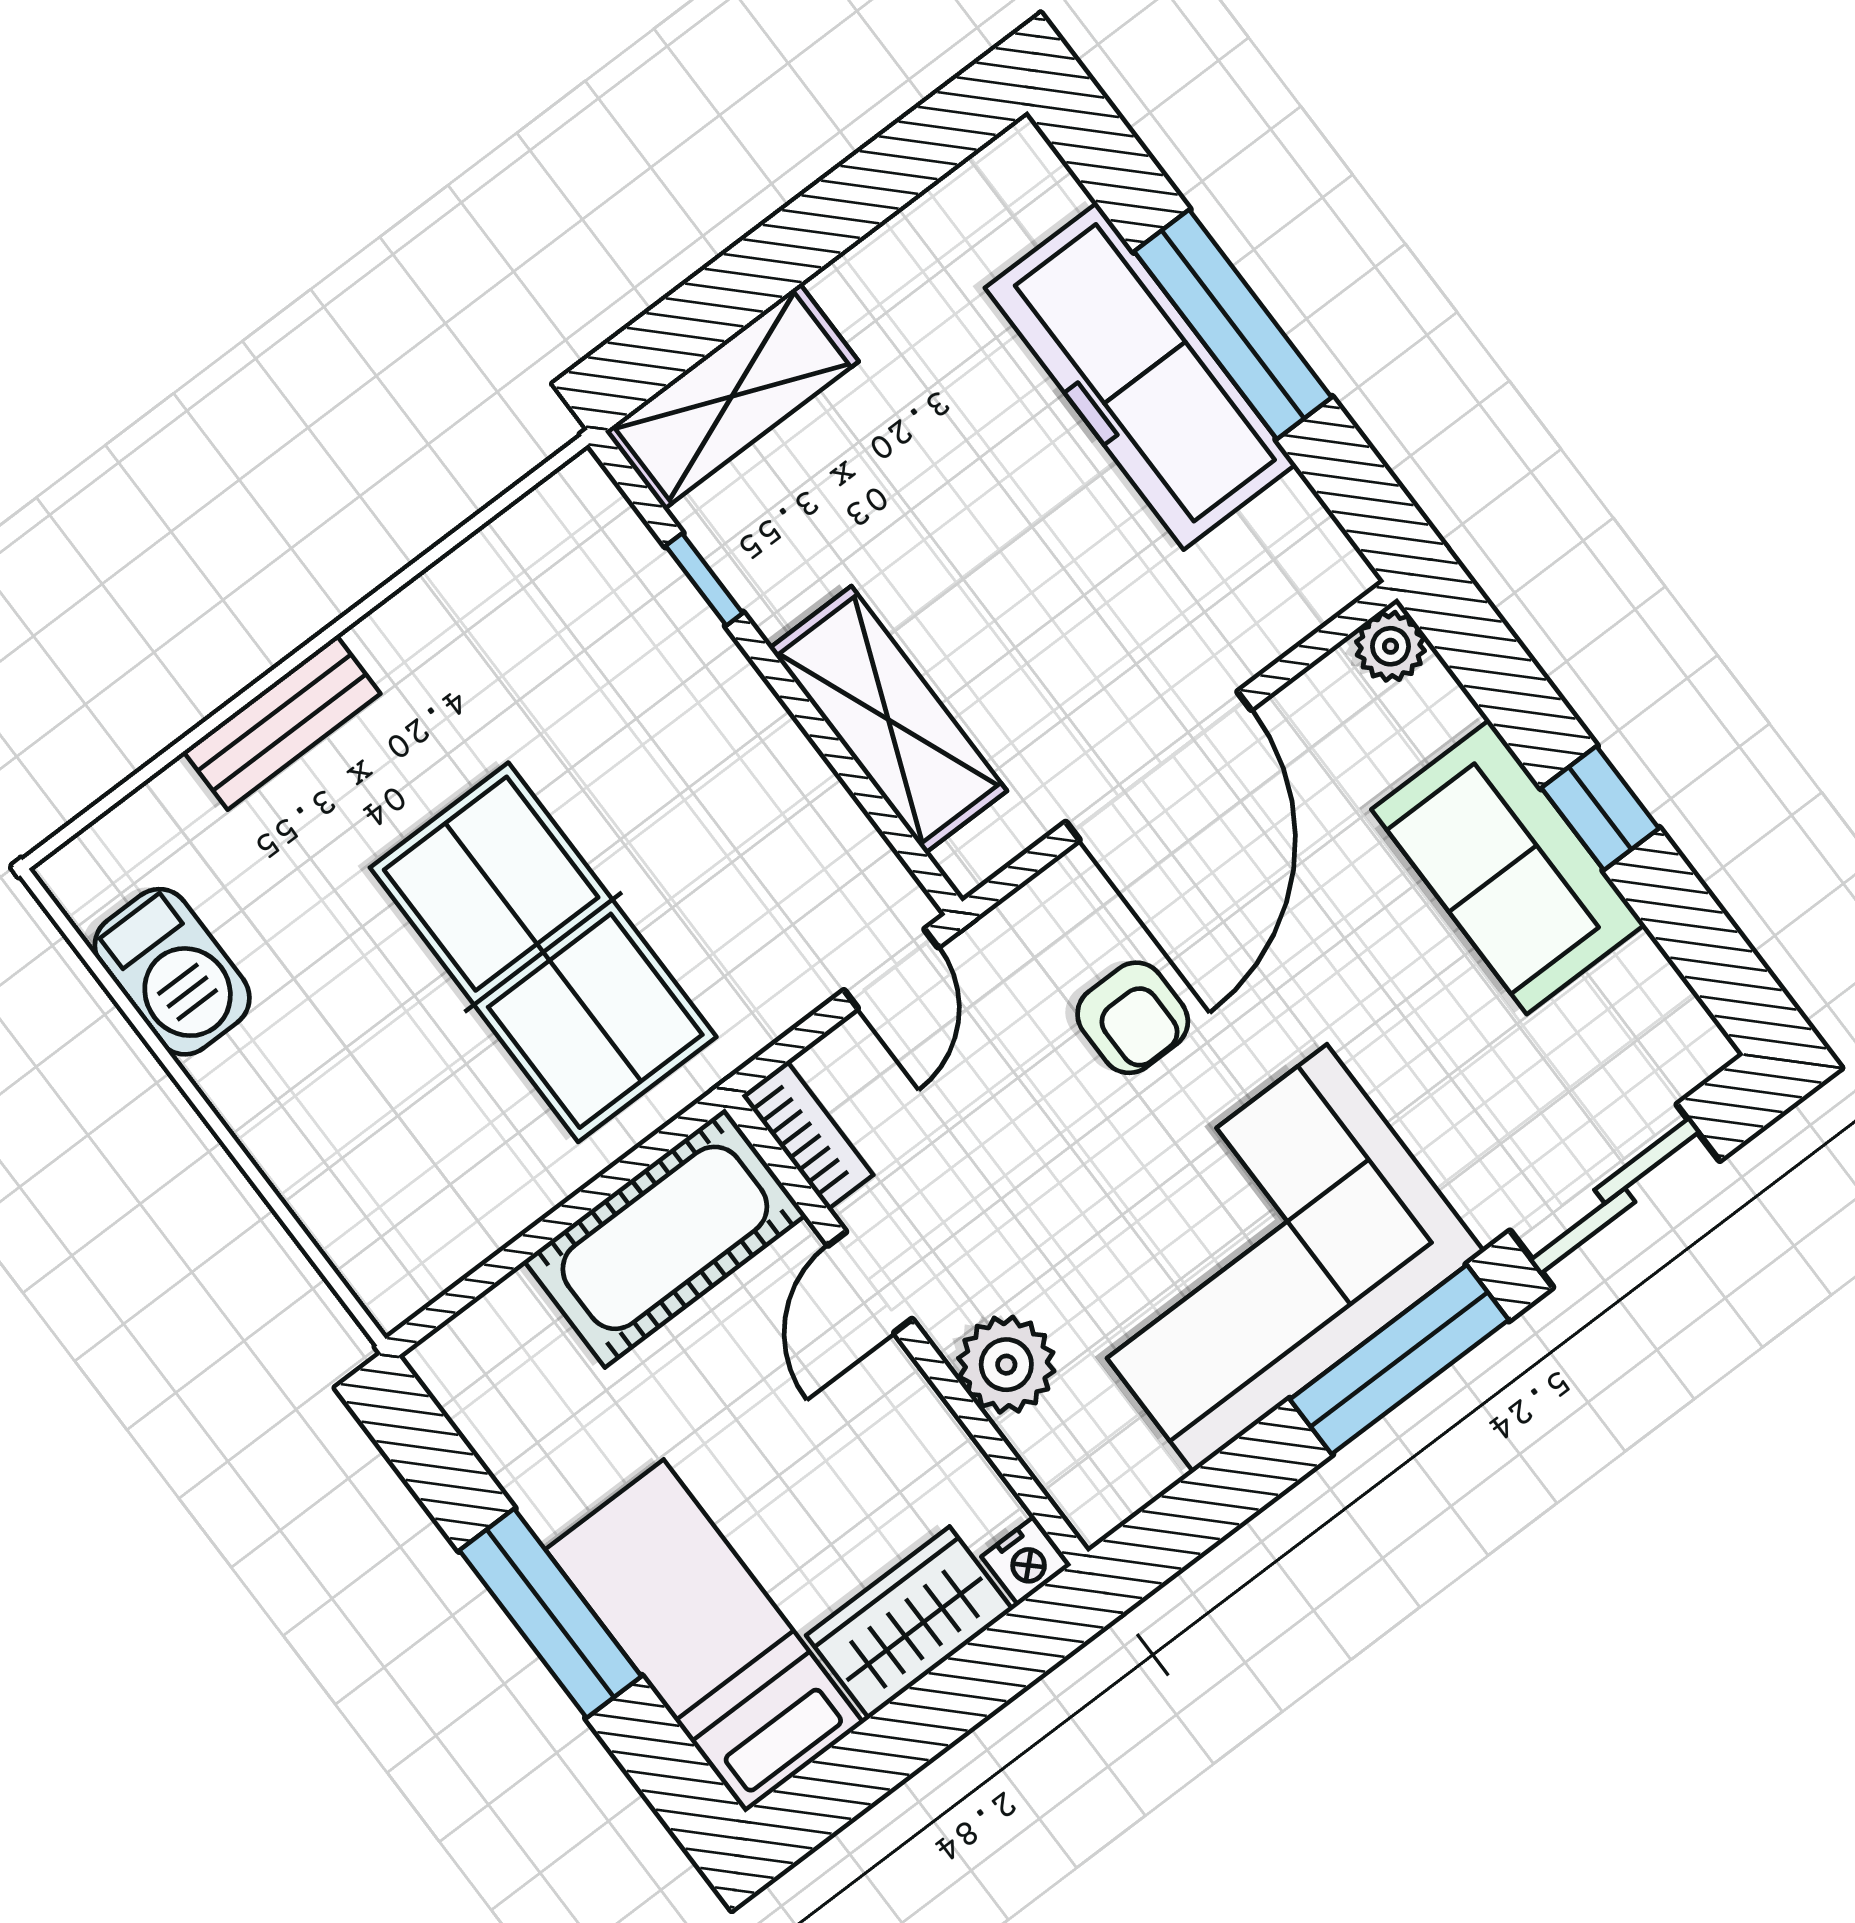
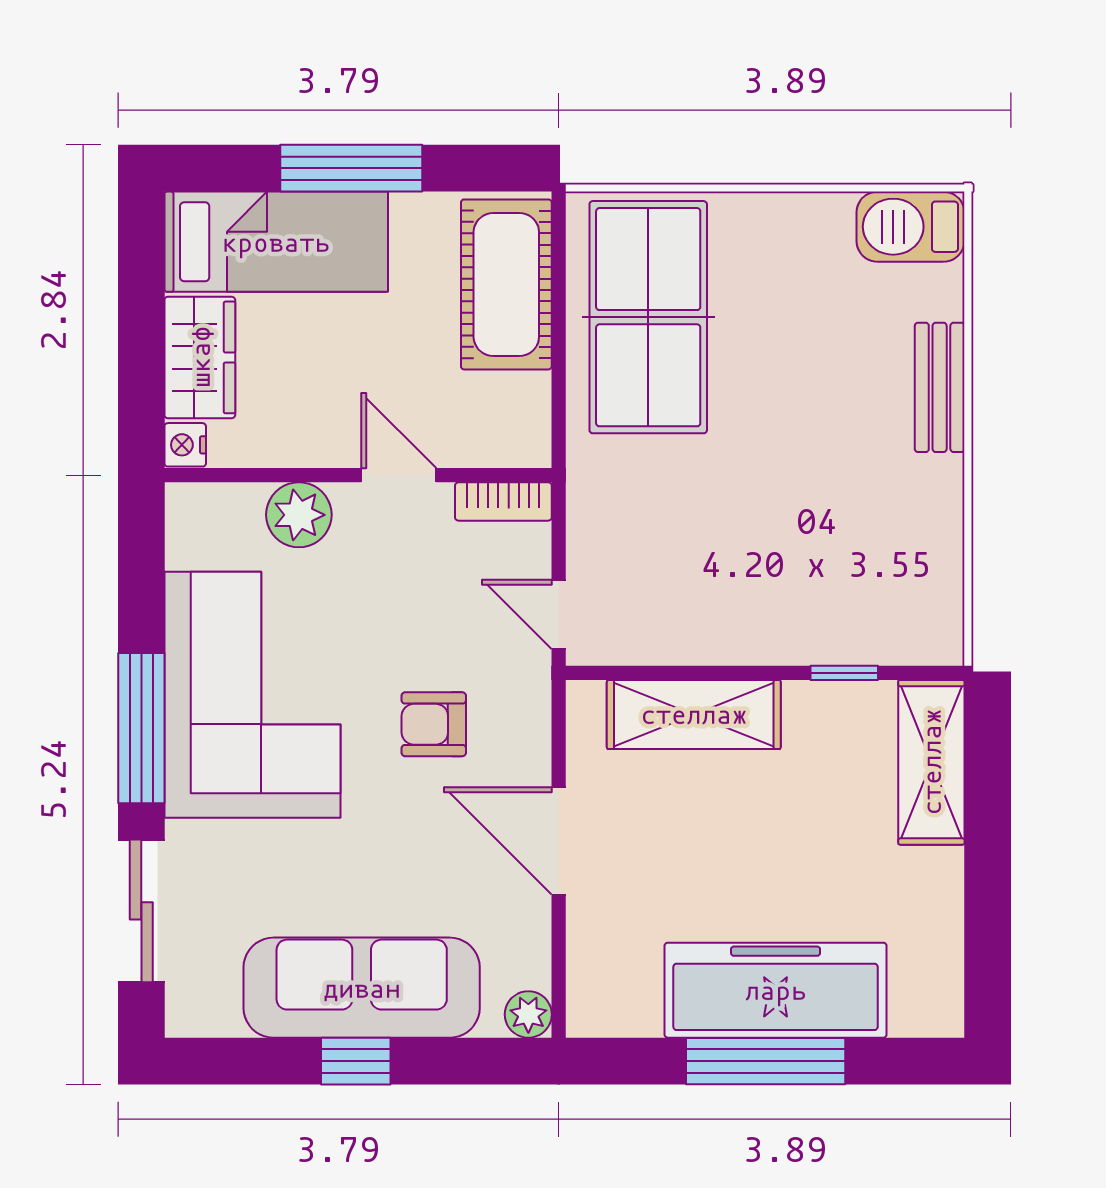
door: (1159, 766) -> (559, 841), width x0.73
sofa: (1508, 867) -> (362, 988), width x1.36
table tennis table: (543, 952) -> (648, 317), moved, turned 90
barbecue: (172, 972) -> (910, 227), moved
cot: (665, 1238) -> (506, 284), moved

